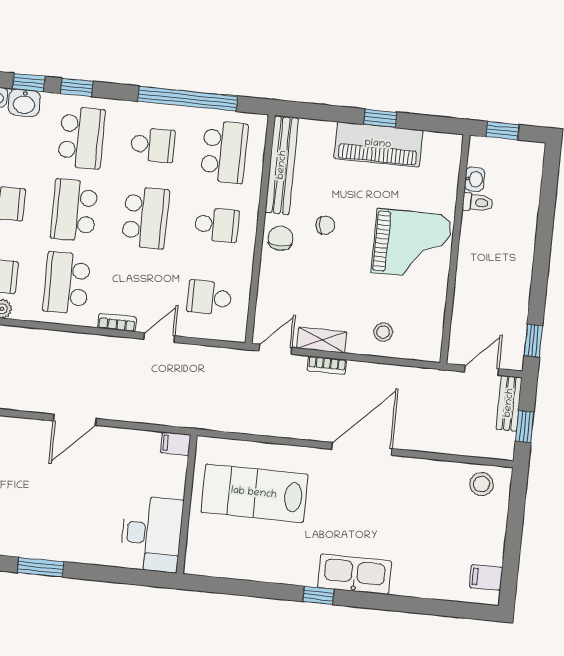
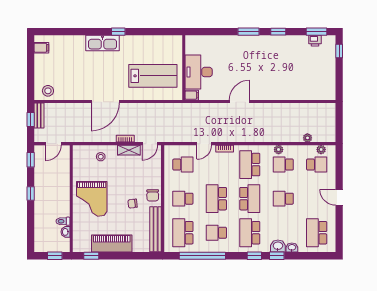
window: (380, 118) -> (91, 256), moved
grand piano: (412, 244) -> (92, 199), turned -90
window: (541, 269) -> (31, 193), added
school desk: (67, 283) -> (250, 165), turned 180
bench: (509, 403) -> (39, 116), moved
desk: (152, 534) -> (199, 72), moved

